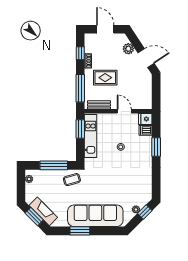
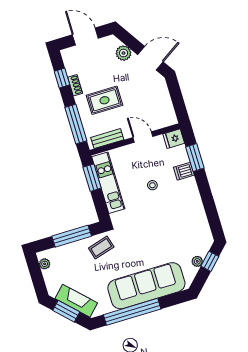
dishwasher: (146, 130) -> (184, 171), moved
window: (156, 147) -> (195, 157), moved
window: (80, 231) -> (132, 312), width x2.11

